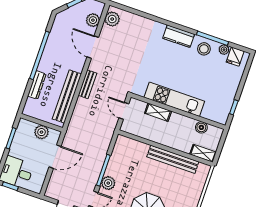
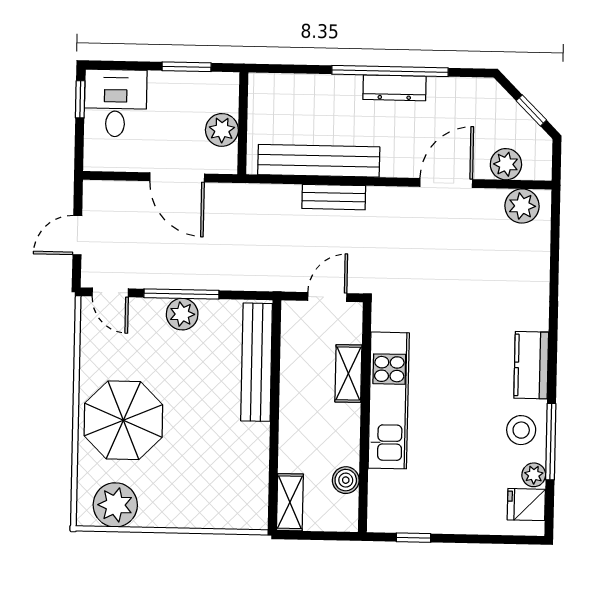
bench: (87, 84) -> (334, 197), moved
dresser: (37, 85) -> (394, 88), moved
bench: (173, 159) -> (257, 362), moved
plant: (108, 183) -> (182, 314), moved

